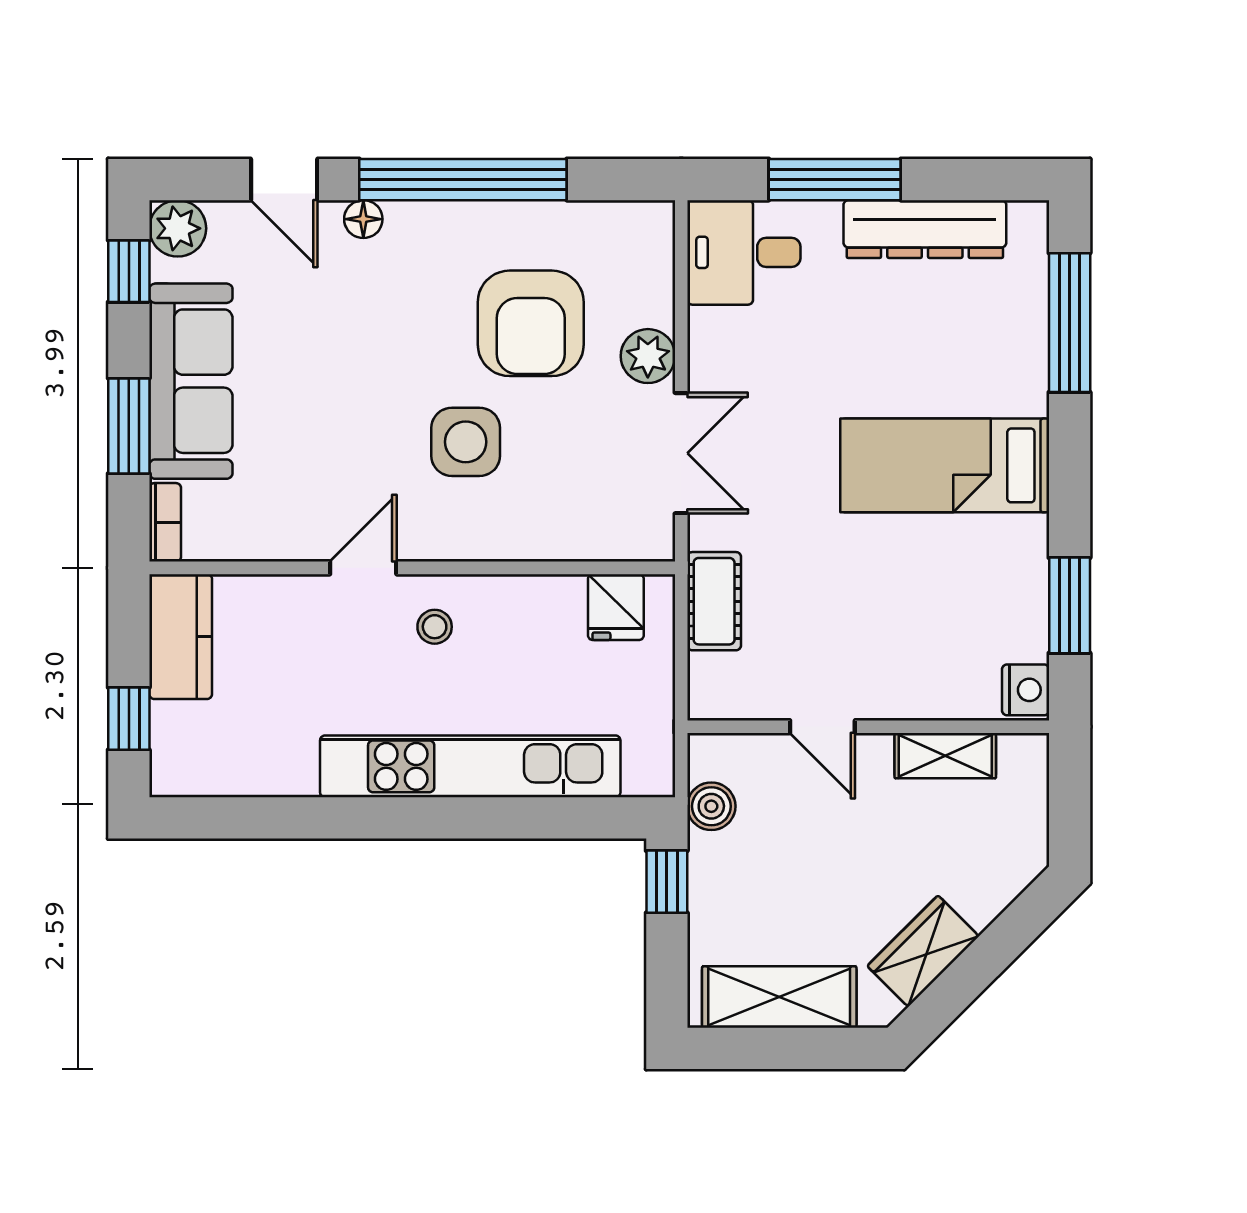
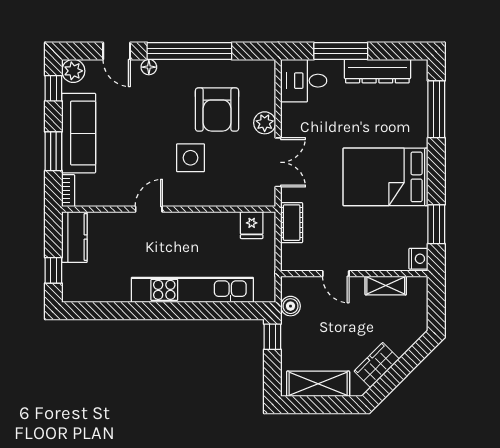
bed: (945, 465) -> (386, 177), width x1.50
stool: (435, 627) -> (178, 233), removed

